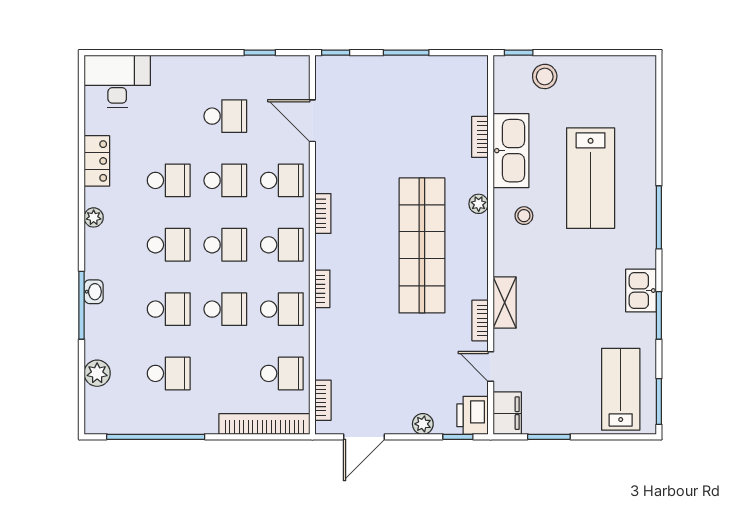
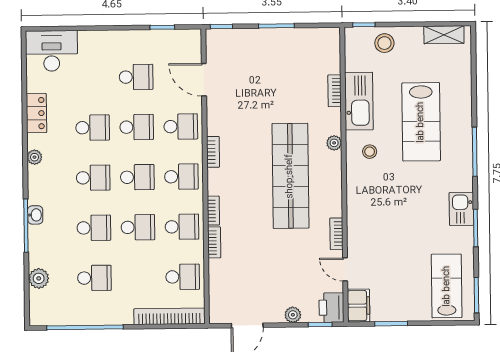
shelving: (505, 303) -> (444, 35), moved, turned 90
bookcase: (323, 400) -> (214, 242), moved

